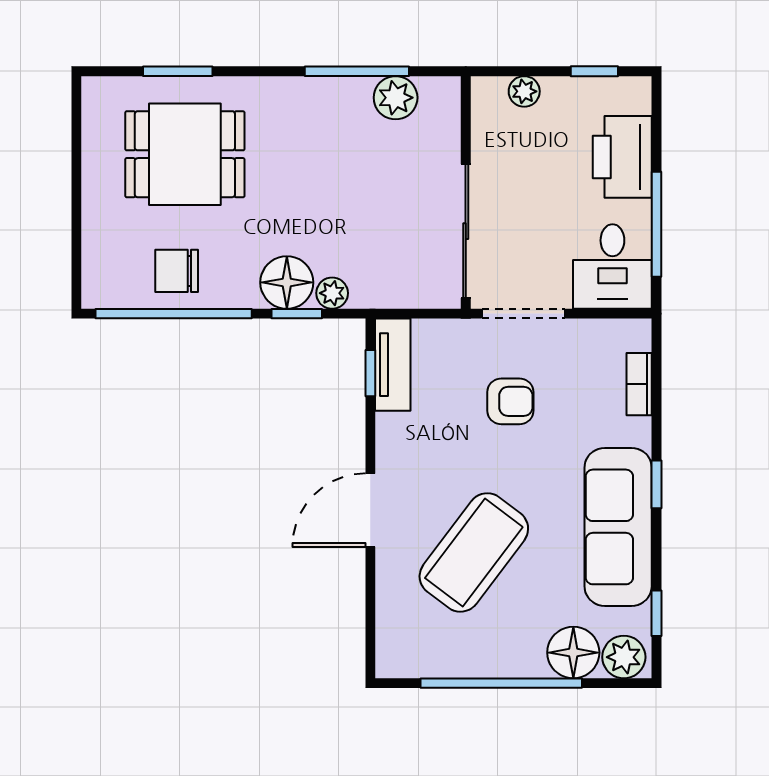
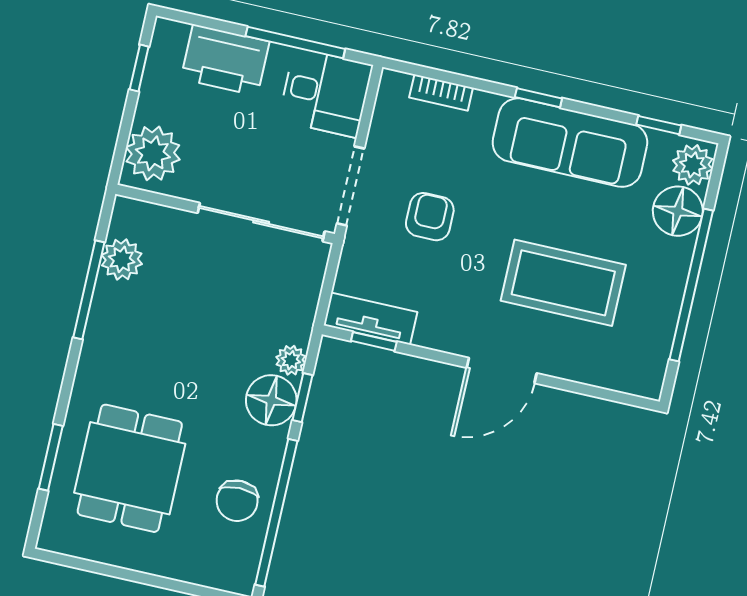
plant: (524, 91) -> (153, 153), width x1.88, depth x1.88
door: (370, 510) -> (502, 370), hinge flipped
coffee table: (474, 552) -> (563, 283), turned -37

